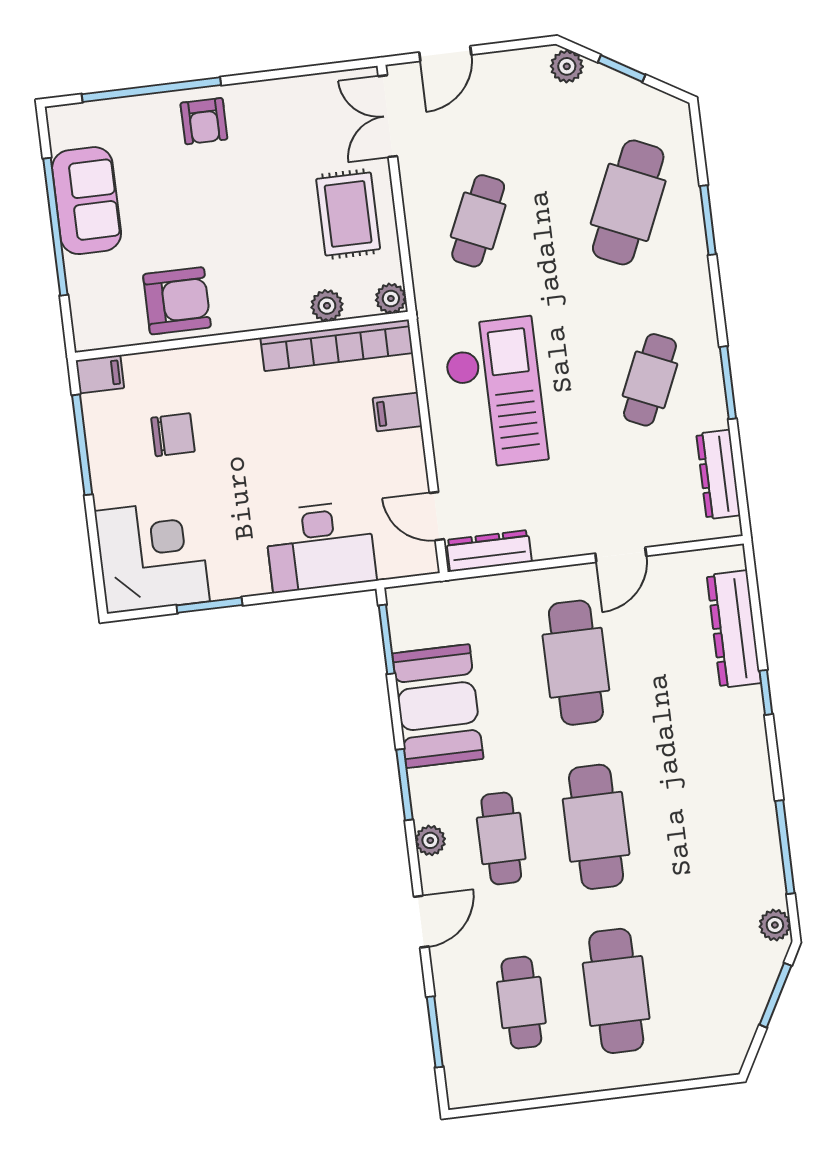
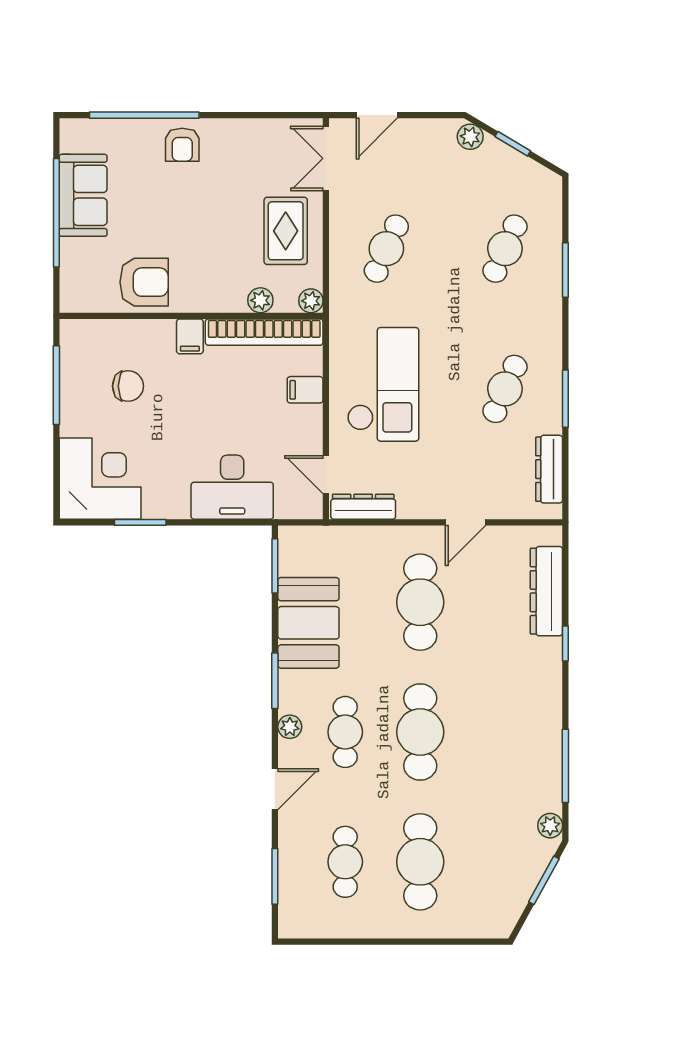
cafe table: (628, 202) -> (505, 249), width x0.73, depth x0.74
filing cabinet: (100, 374) -> (190, 336), moved, turned 90

